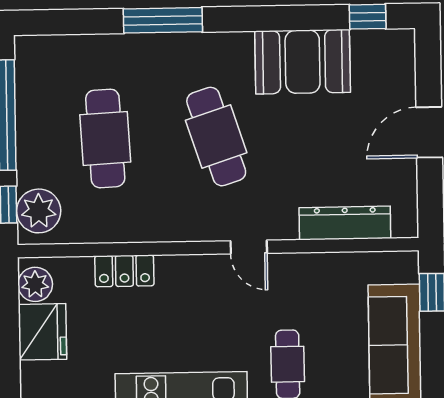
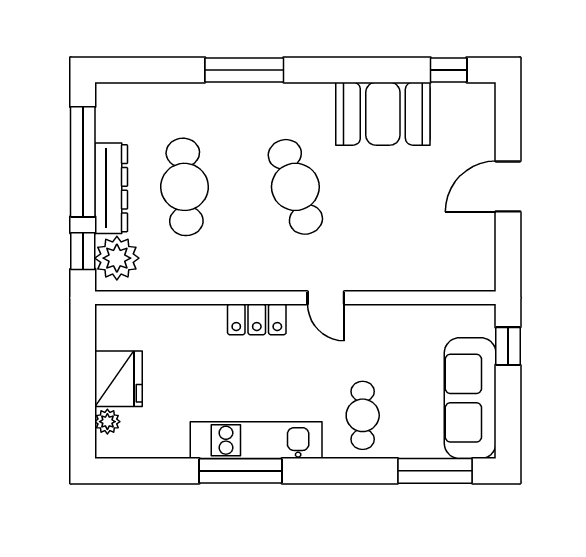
dresser: (345, 223) -> (111, 188), moved, turned 90
locker: (124, 271) -> (257, 319), moved
plant: (35, 284) -> (107, 422), moved, width x0.73, depth x0.73

